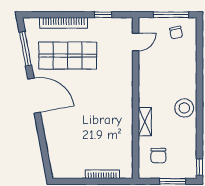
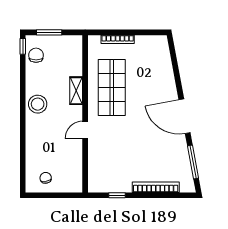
window: (171, 15) -> (51, 195), removed
door: (136, 42) -> (85, 130), moved
shop shelf: (68, 56) -> (112, 88), moved, turned 90
chair: (158, 156) -> (36, 55), moved

